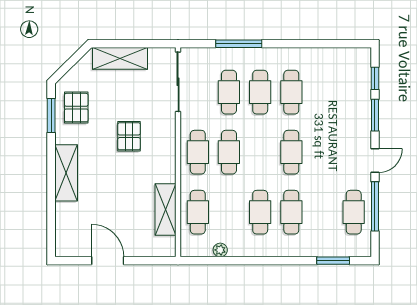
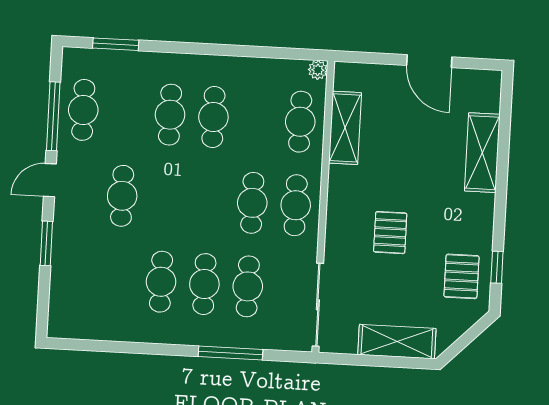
window: (375, 78) -> (44, 294), removed
window: (51, 116) -> (497, 267), width x0.67
cafe table: (291, 152) -> (122, 196), moved
shelving: (66, 173) -> (482, 153), moved
plant: (220, 250) -> (318, 70), moved

